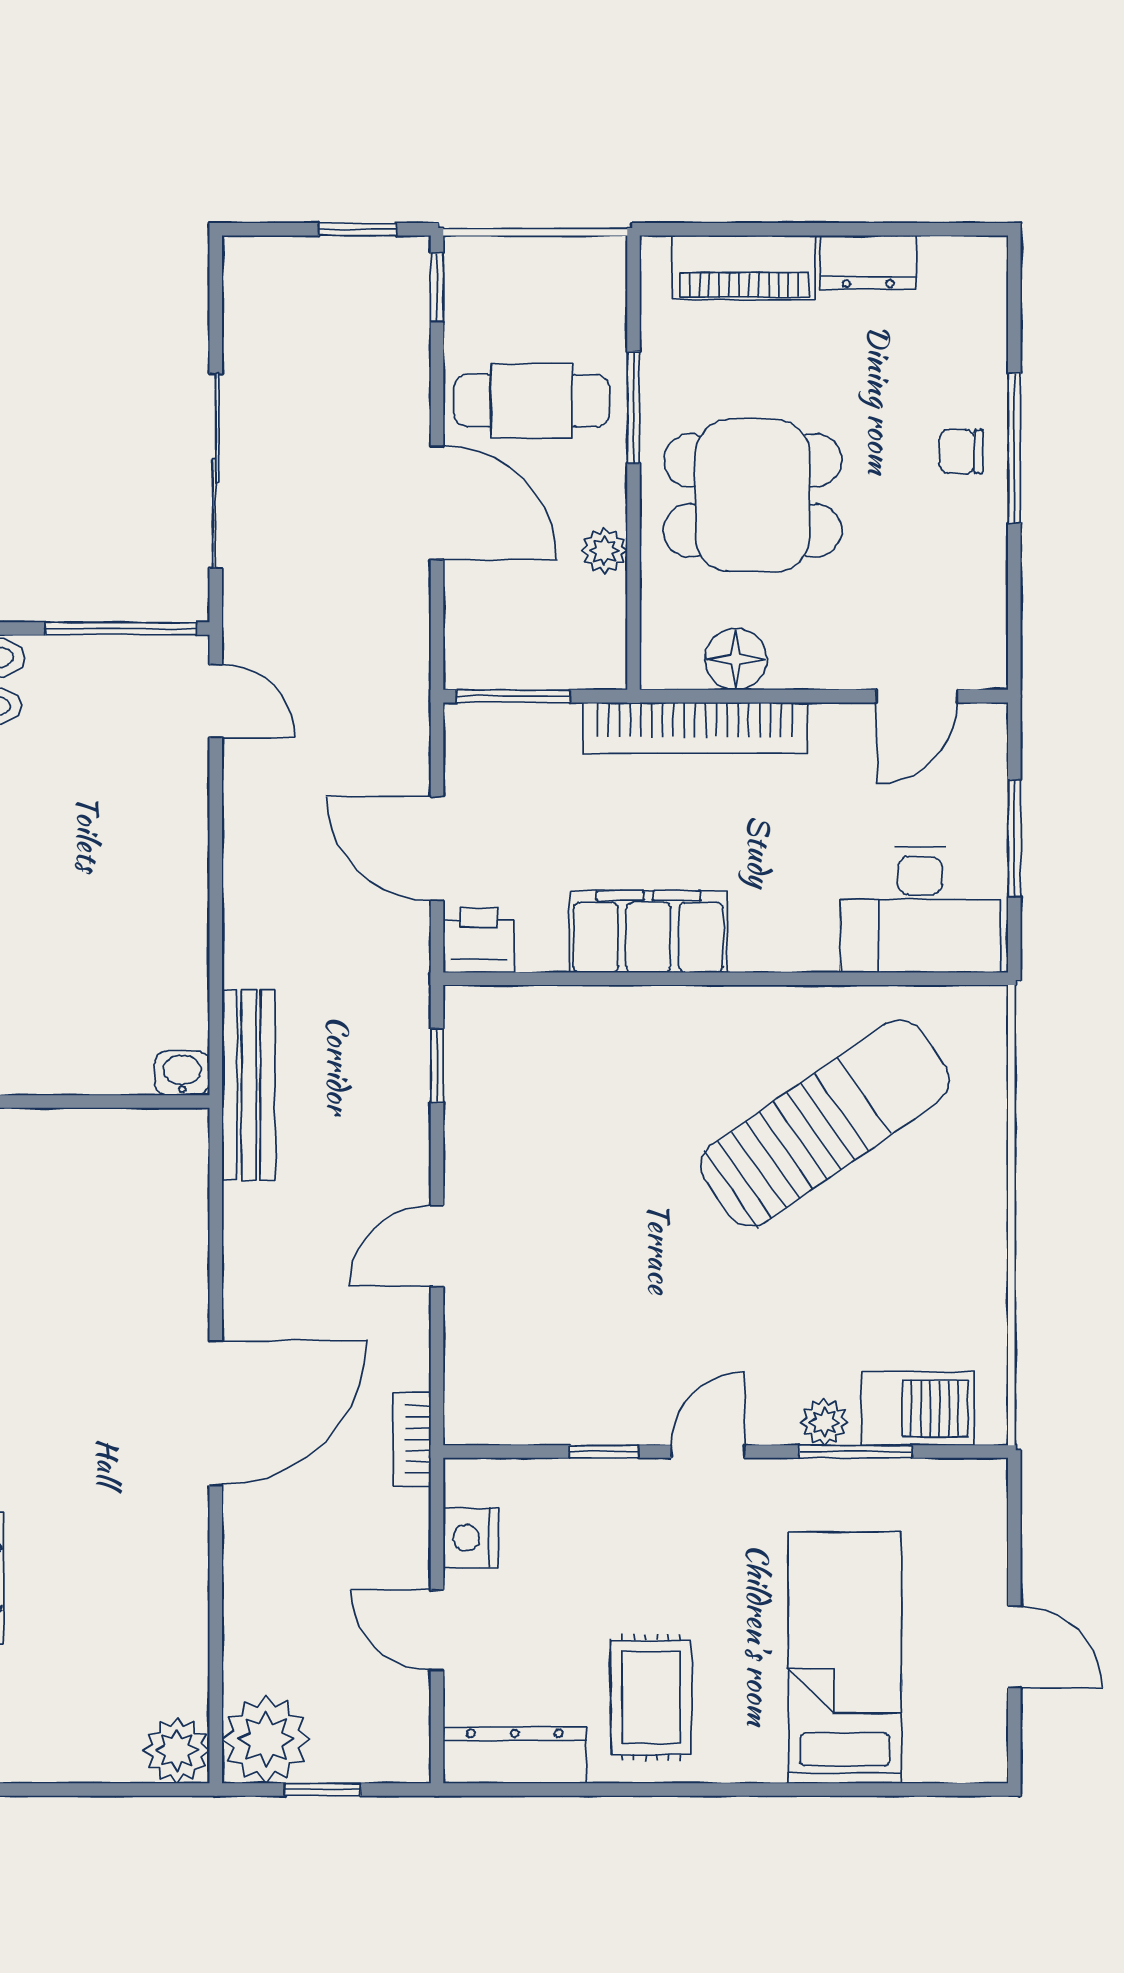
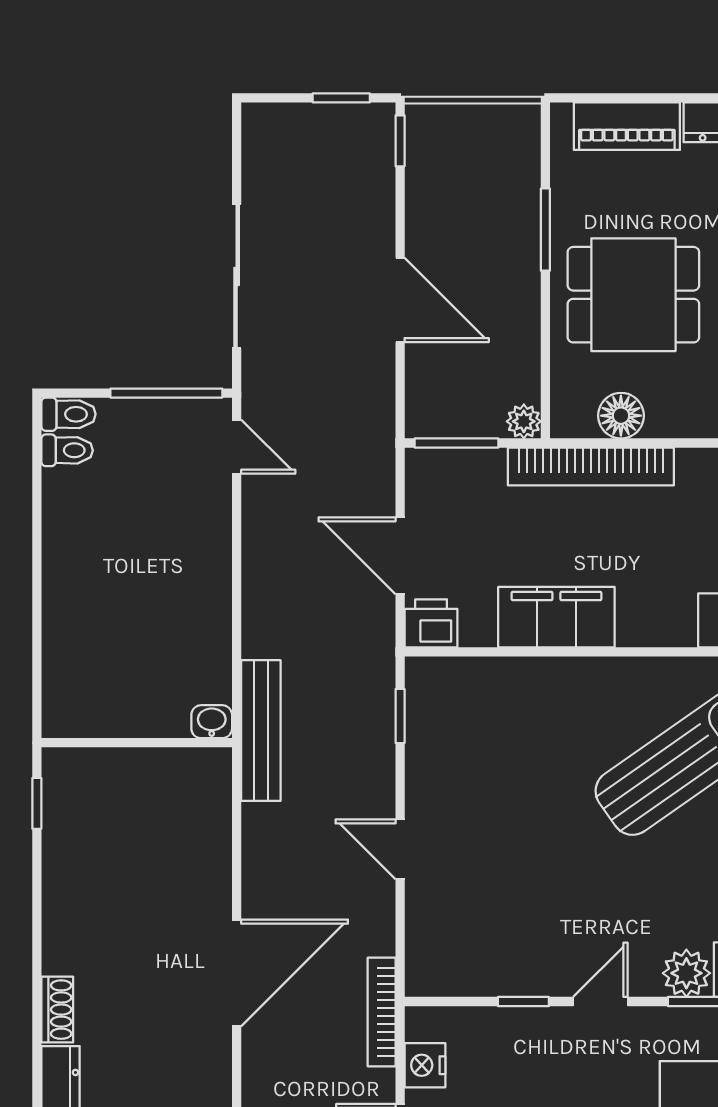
cafe table: (532, 401) -> (470, 225), removed
plant: (604, 551) -> (524, 421), moved
door: (437, 1246) -> (400, 849), hinge flipped
plant: (824, 1422) -> (686, 973), width x1.38, depth x1.38
bookcase: (412, 1439) -> (382, 1012), width x1.56

